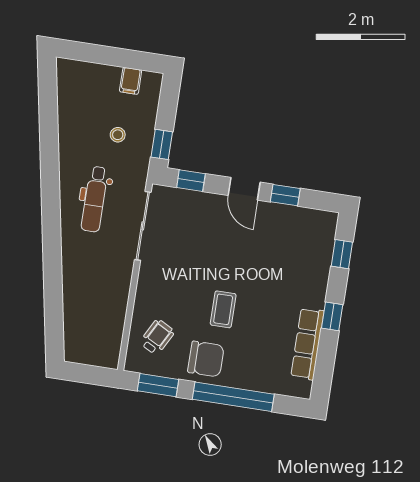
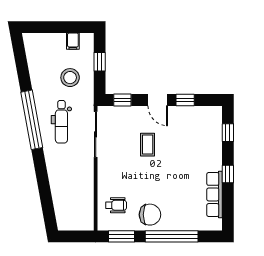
stool: (118, 135) -> (70, 78), width x1.89, depth x1.89
window: (162, 144) -> (100, 62), moved
window: (50, 189) -> (32, 120), added
coffee table: (223, 309) -> (148, 145), moved
wheelchair: (157, 337) -> (116, 205), turned 62

